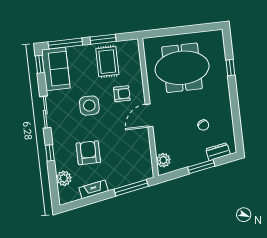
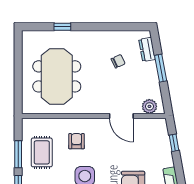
rug: (107, 62) -> (42, 152), turned 90
door: (149, 115) -> (121, 116), moved
window: (131, 188) -> (174, 143), width x0.46

